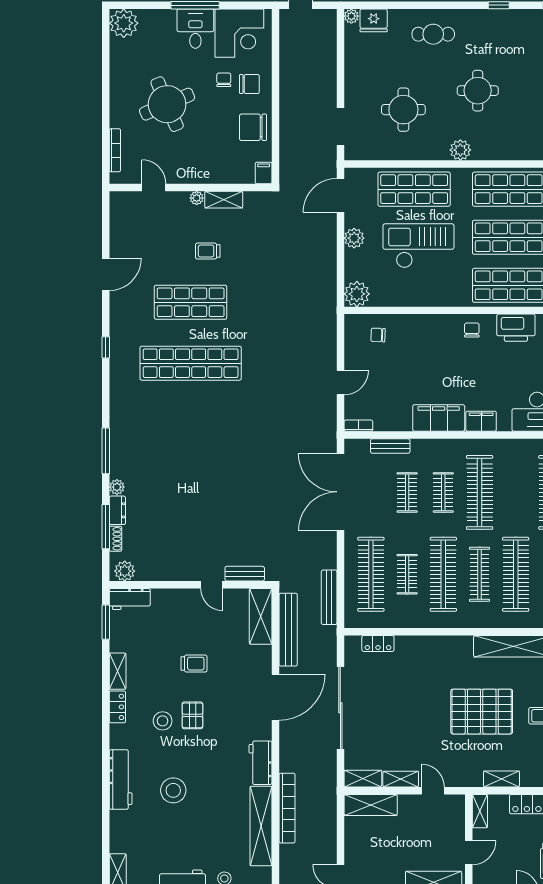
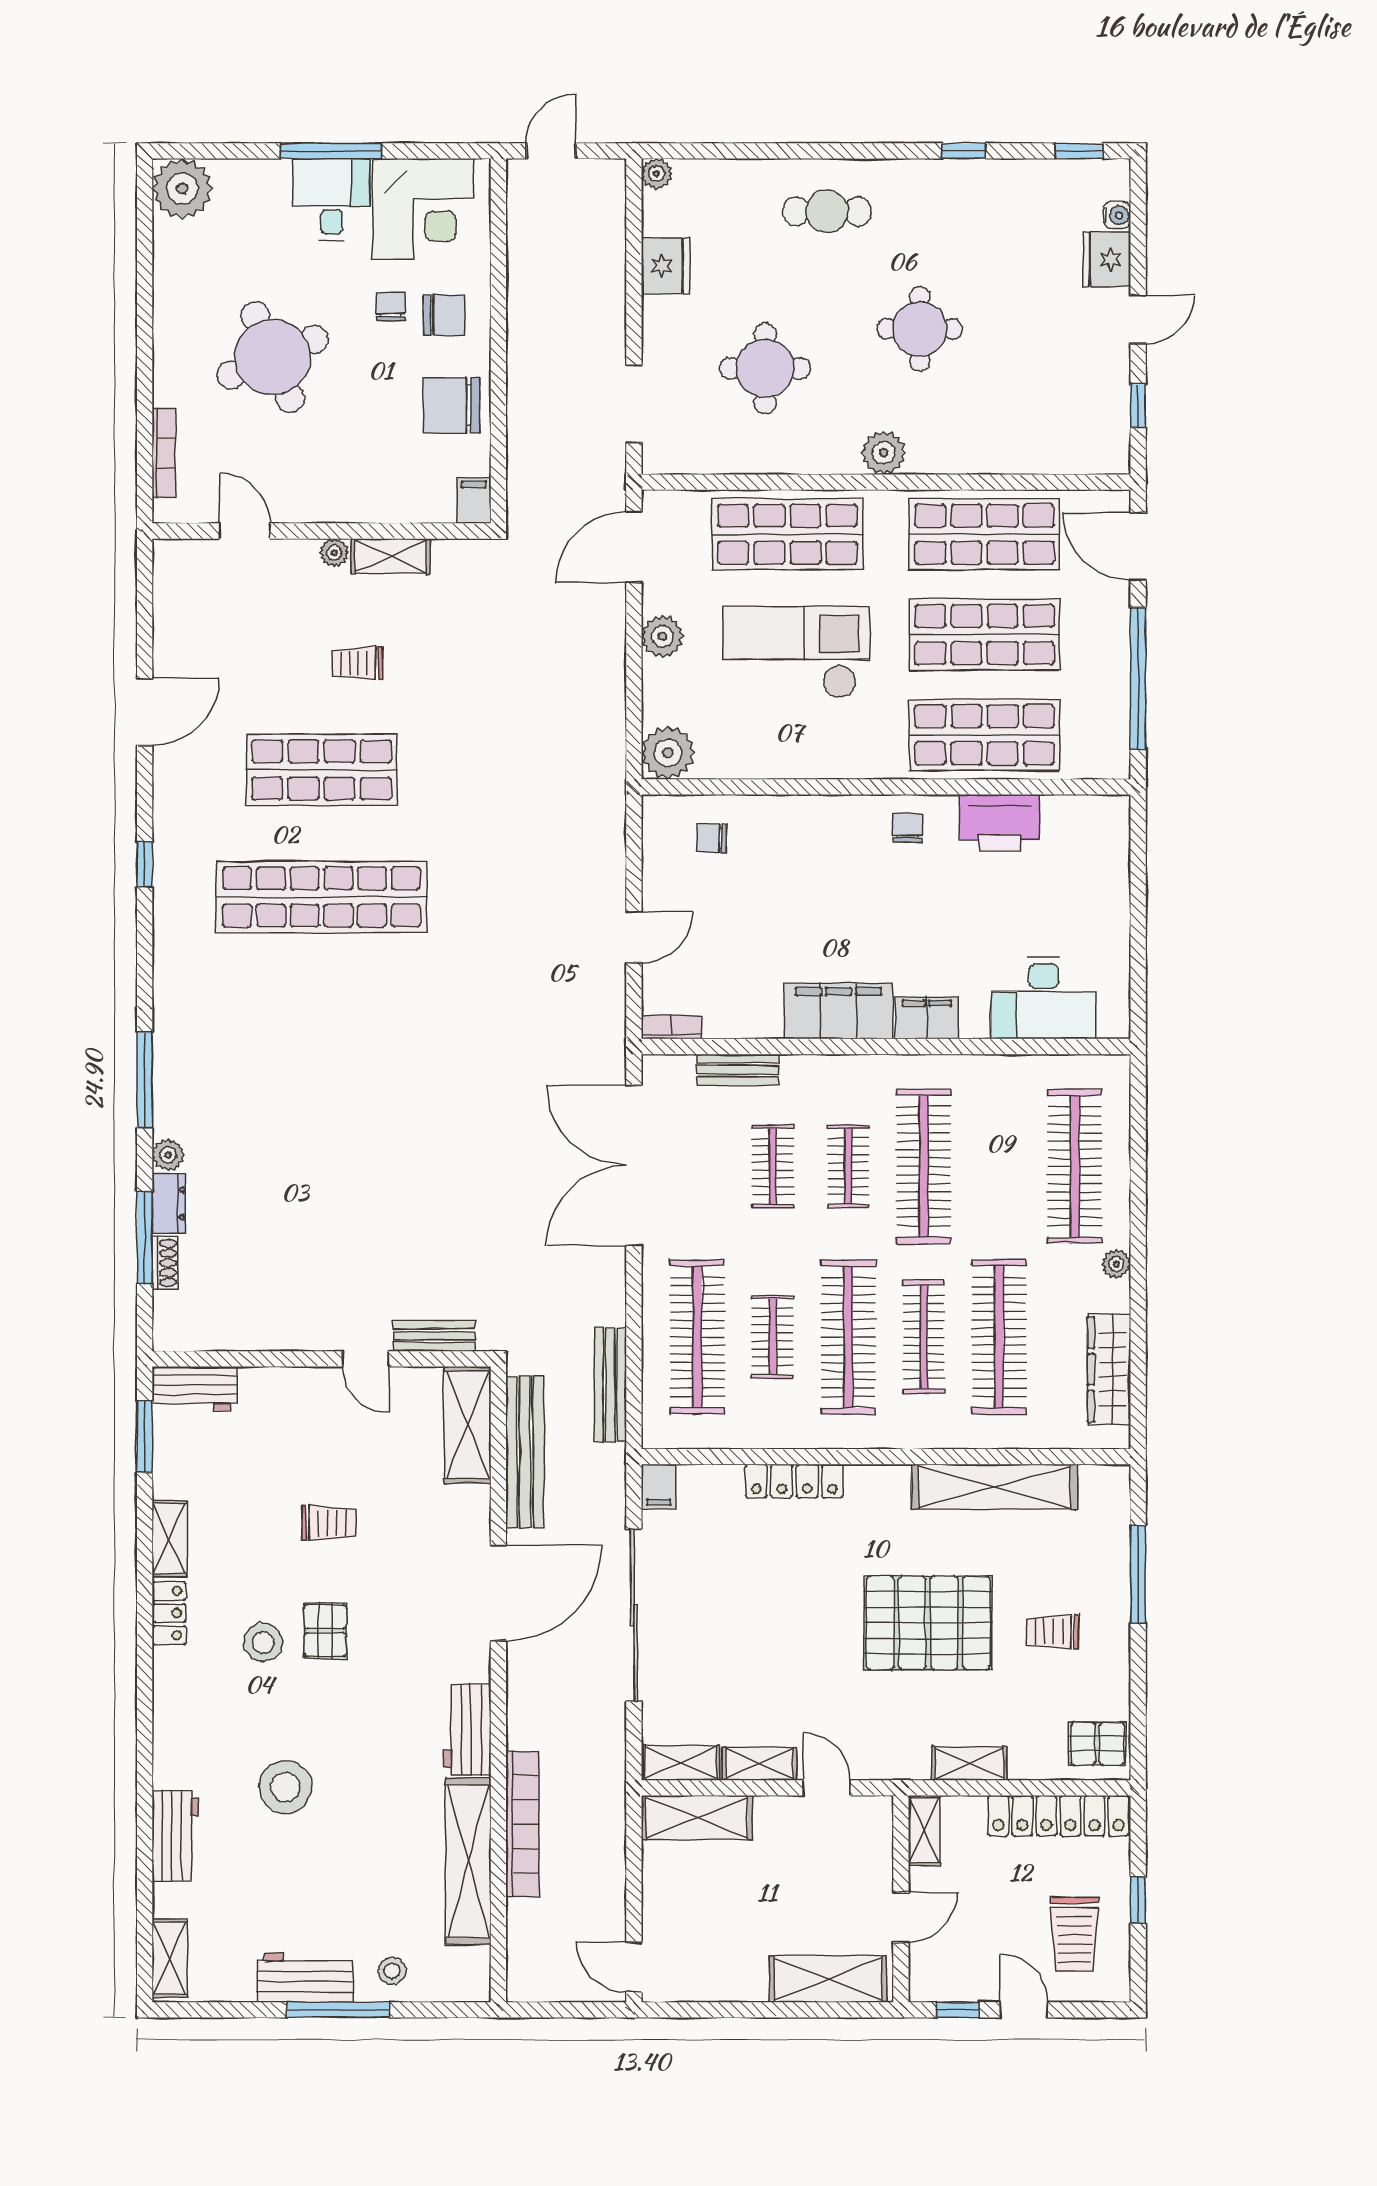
fridge: (374, 20) -> (665, 266), moved, turned -90
plant: (125, 571) -> (184, 1330), removed
locker: (378, 643) -> (794, 1481), moved, width x1.53
filing cabinet: (352, 646) -> (659, 1487), added
workbench: (121, 780) -> (176, 1836), moved, width x0.73

